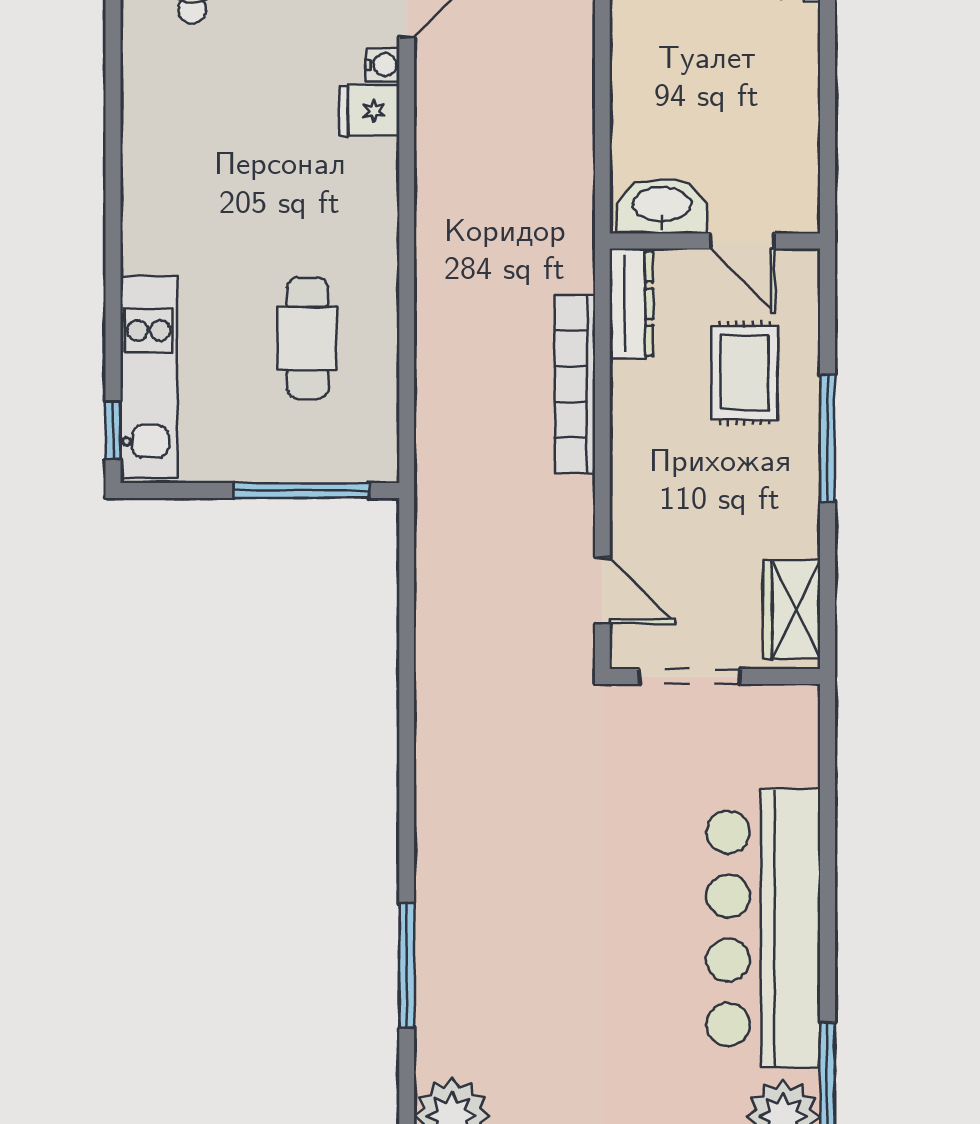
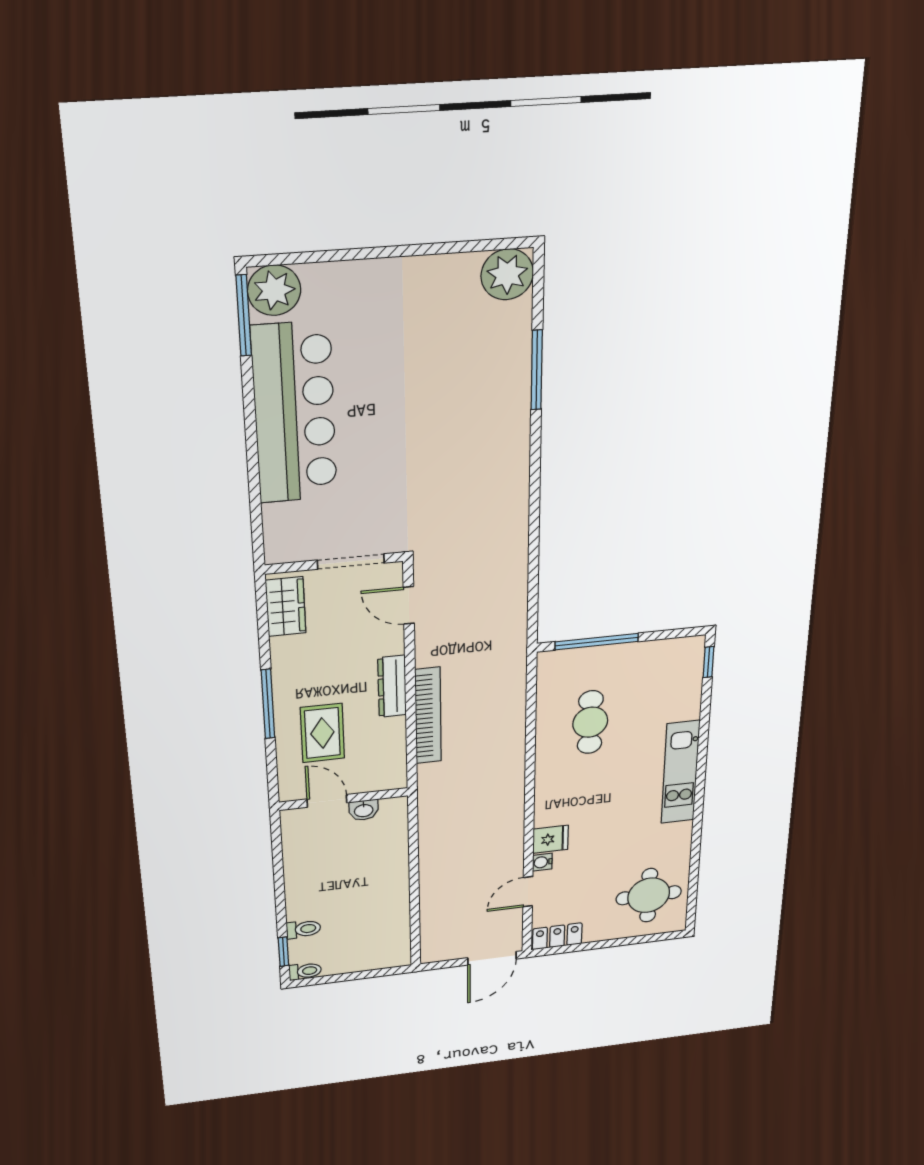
washbasin: (662, 206) -> (364, 810), width x0.52, depth x0.69
dresser: (631, 304) -> (392, 686), moved
kitchen unit: (149, 377) -> (680, 772), moved

